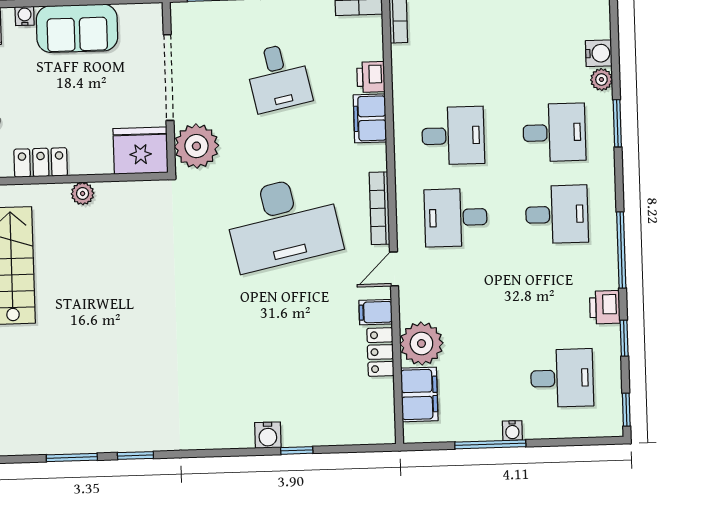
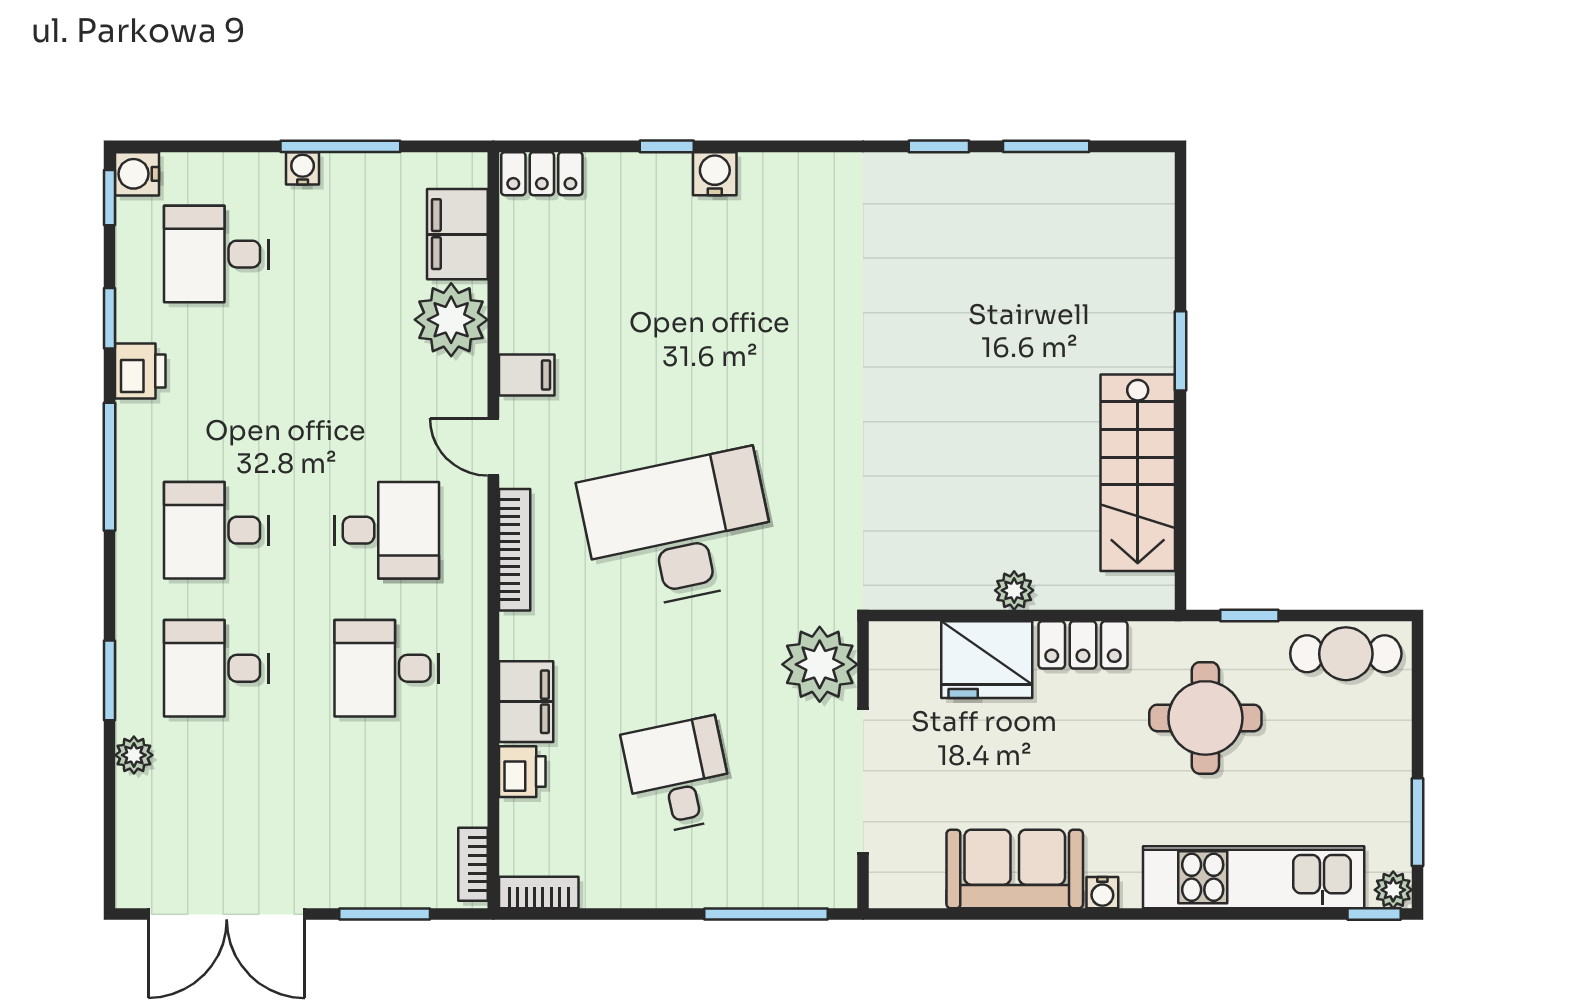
water cooler: (599, 53) -> (137, 174), moved
fridge: (141, 151) -> (987, 660), moved
door: (394, 269) -> (493, 447), swing flipped
locker: (380, 352) -> (542, 174), moved, turned 90

